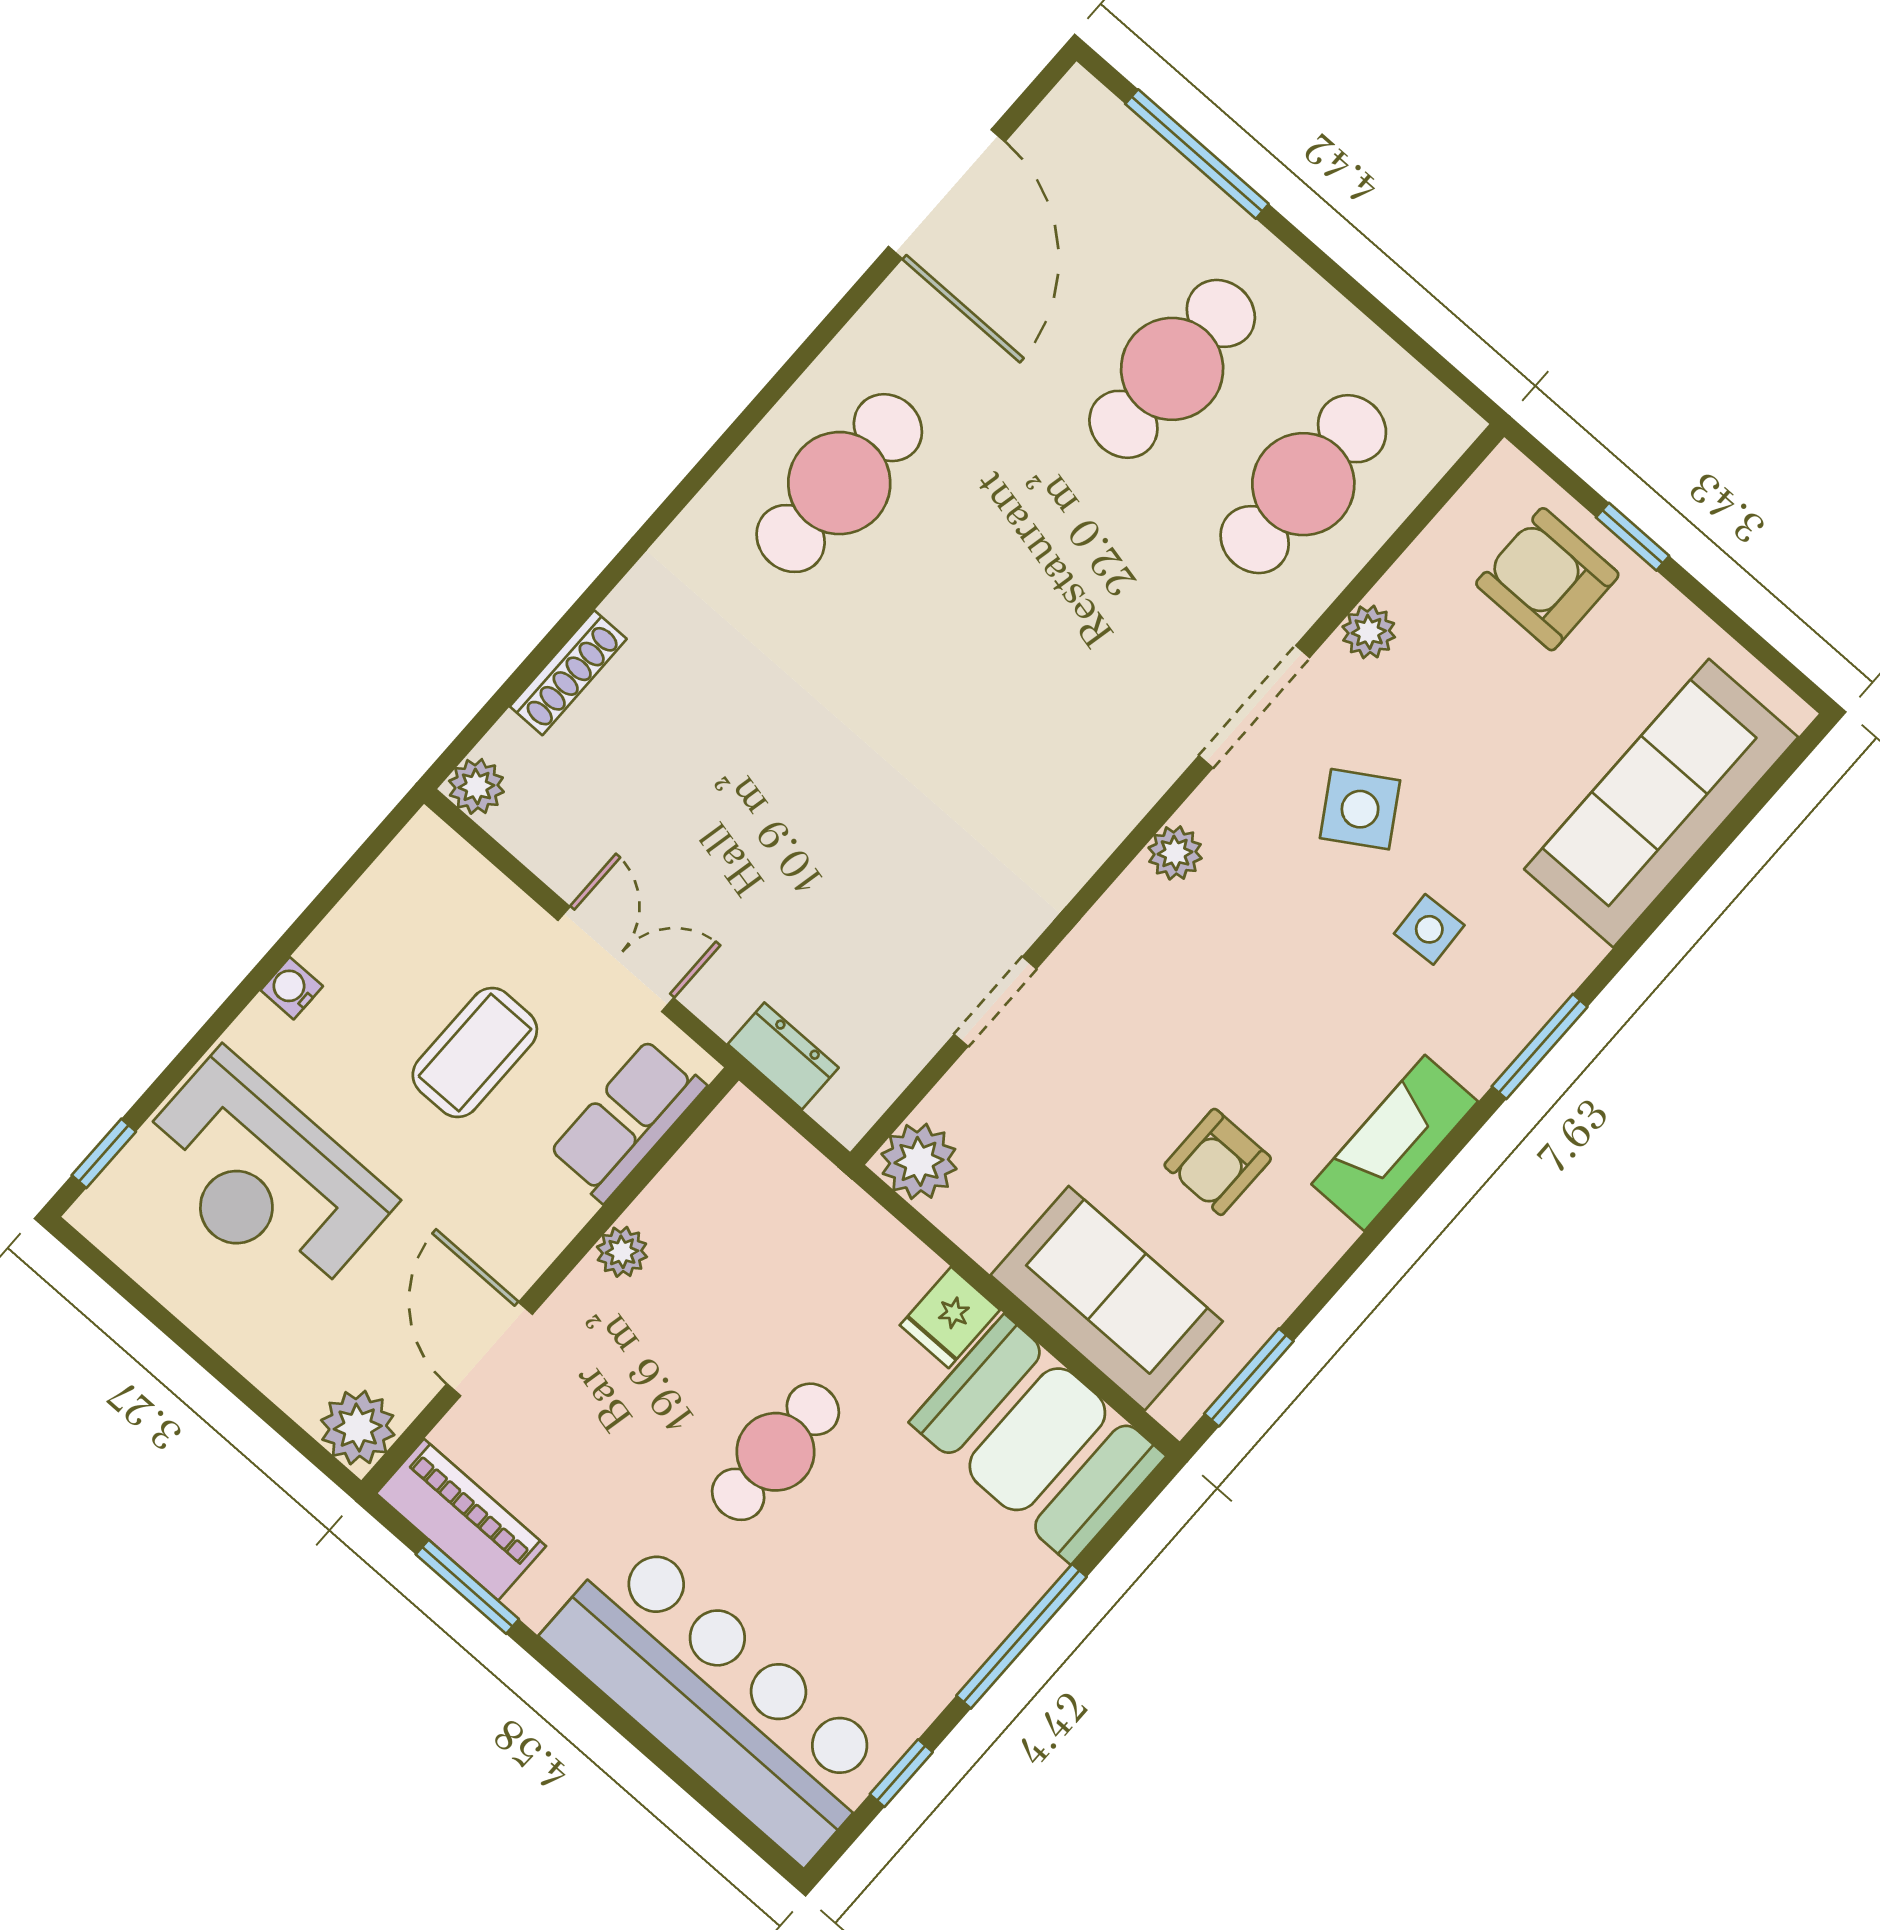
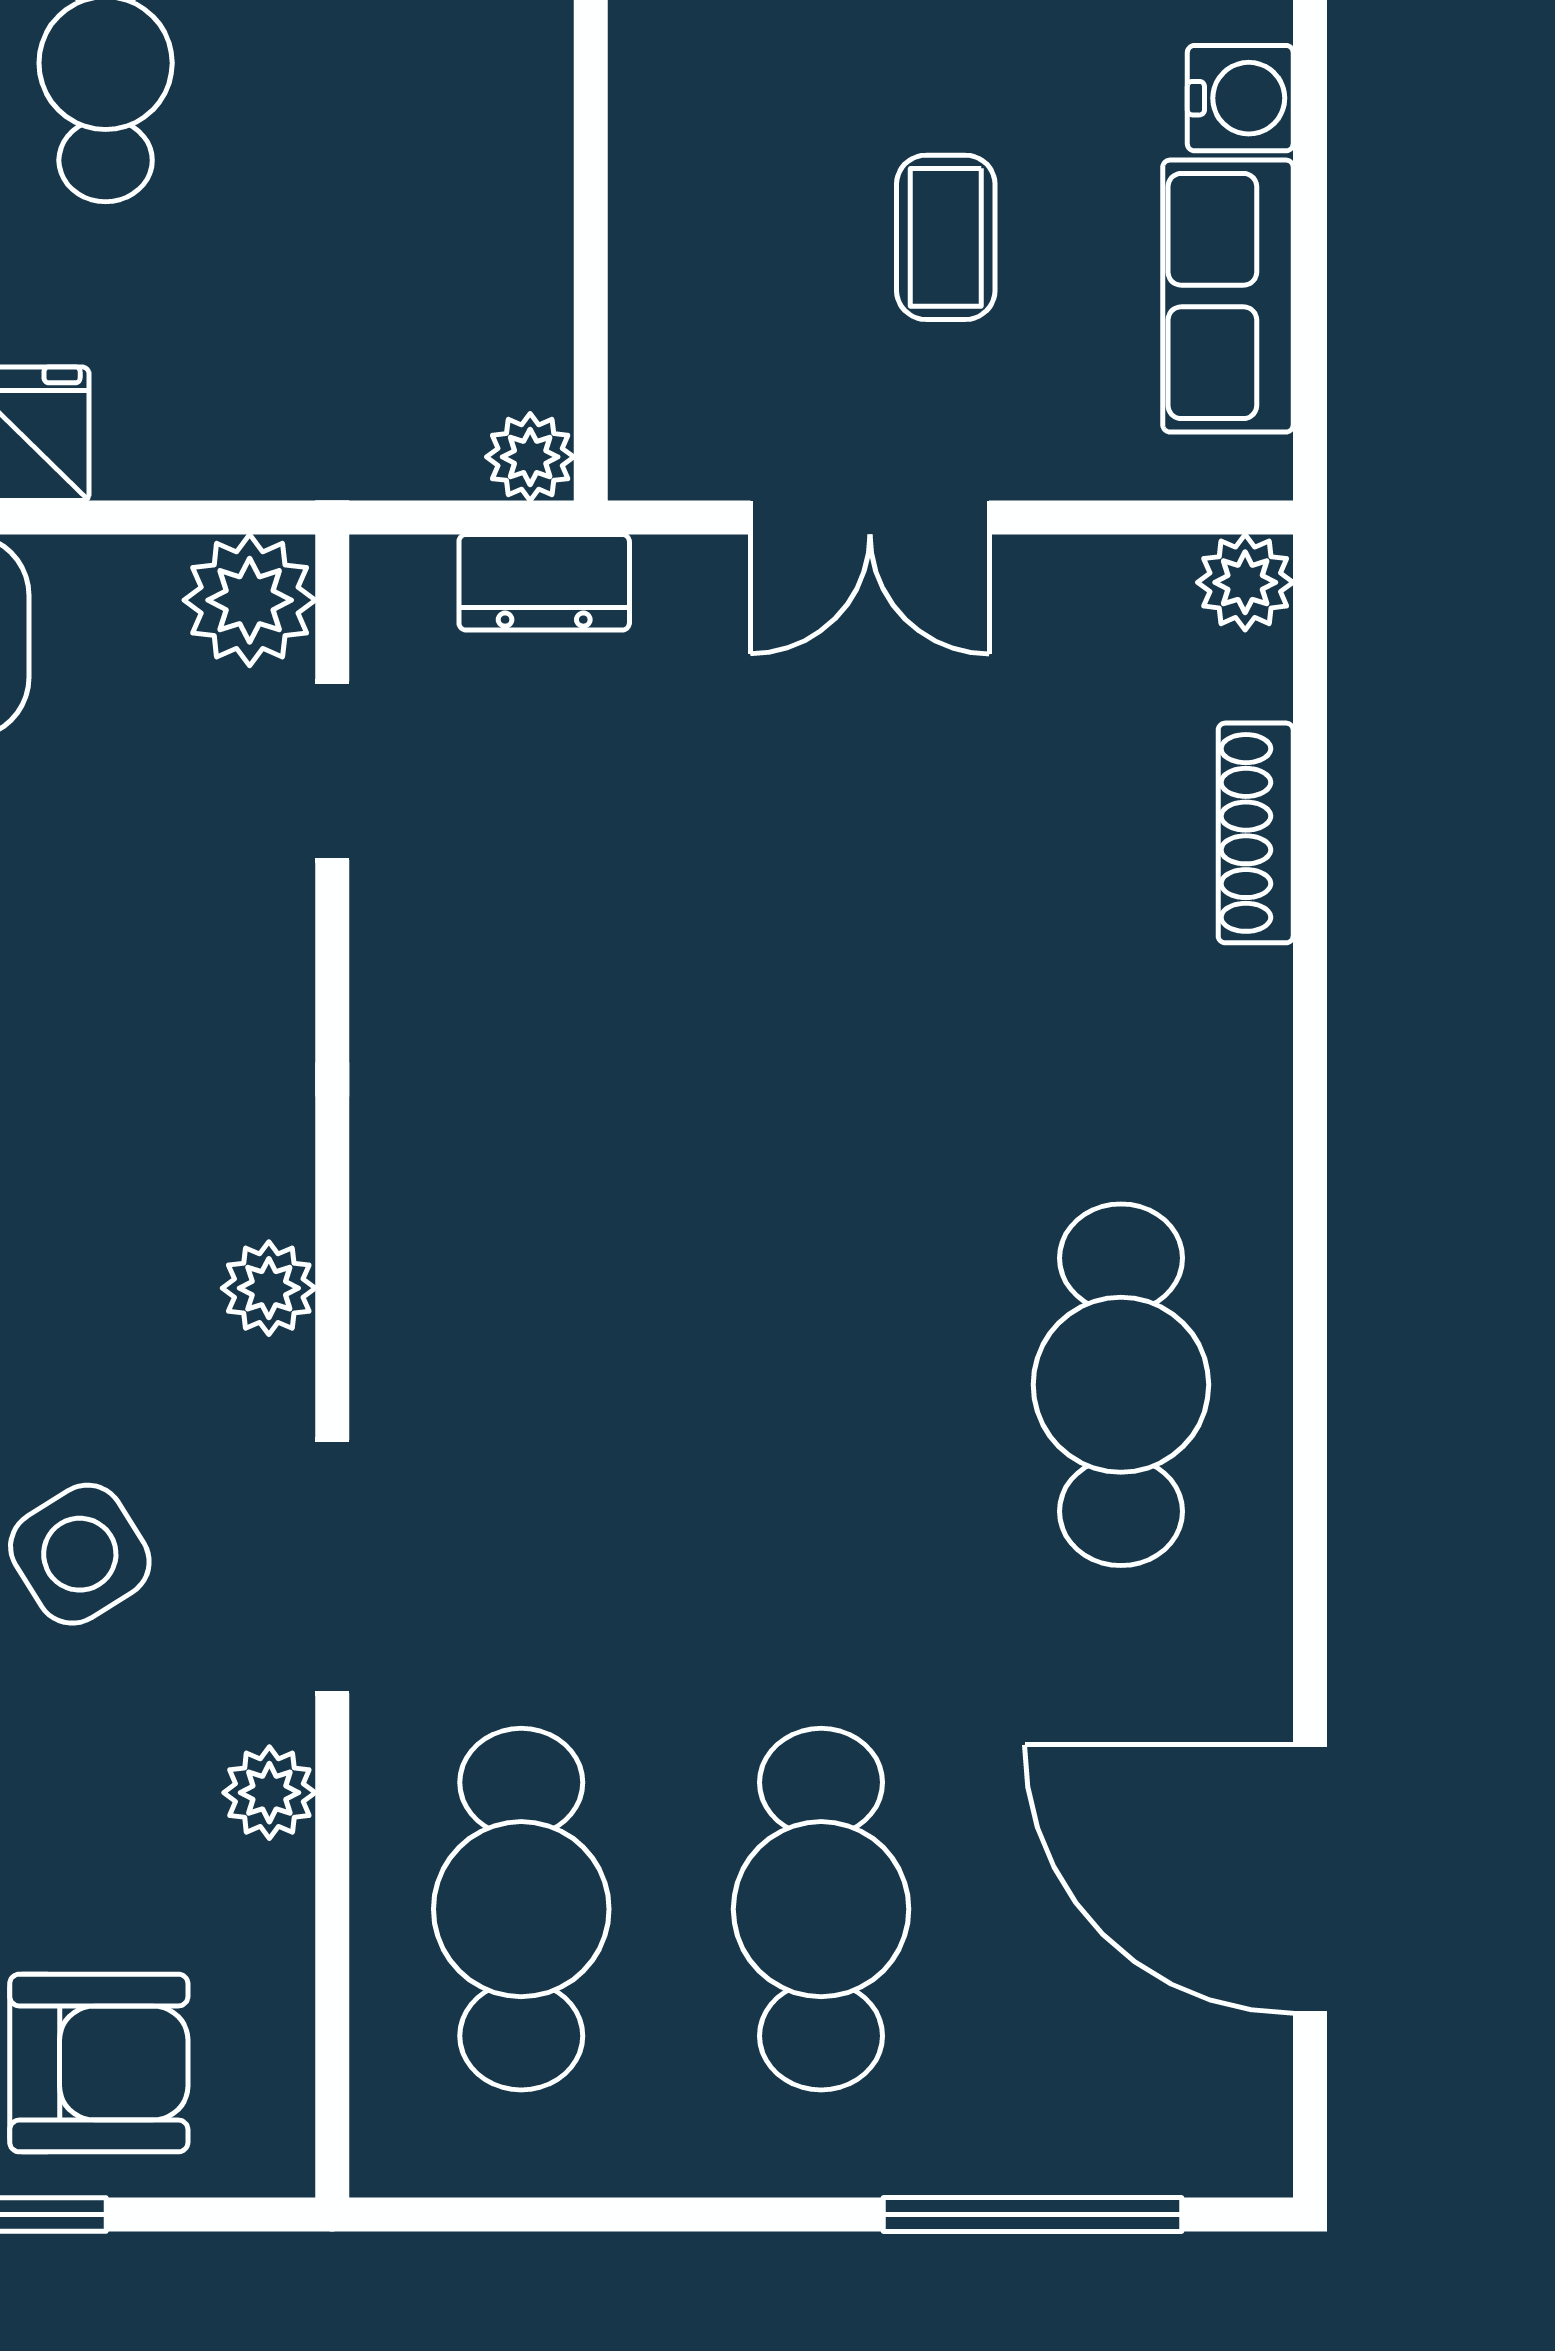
water cooler: (292, 988) -> (1240, 98), width x1.38, depth x1.38
doorway: (995, 1002) -> (332, 771), moved
coffee table: (475, 1053) -> (946, 237), width x0.73, depth x0.77
row of seats: (627, 1120) -> (1228, 296), moved, turned 180
plant: (622, 1252) -> (530, 457), moved

